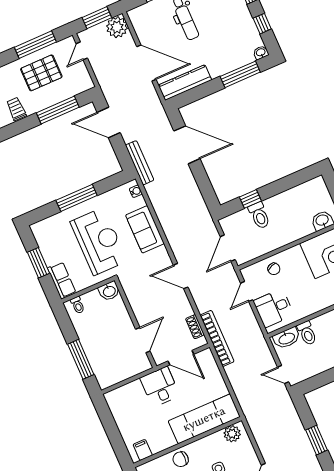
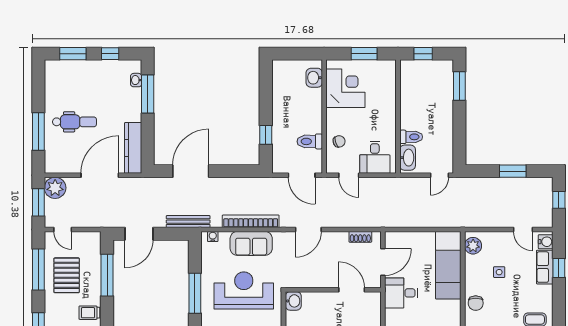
washbasin: (261, 53) -> (136, 80), moved
toilet: (259, 215) -> (310, 141), moved, turned 180
bookcase: (217, 338) -> (251, 221), moved

